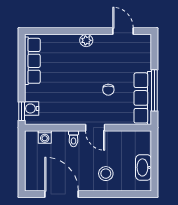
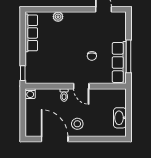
plant: (86, 40) -> (58, 17), moved
water cooler: (32, 108) -> (31, 71), removed
washing machine: (45, 137) -> (30, 94), moved
stool: (106, 174) -> (77, 124), moved

